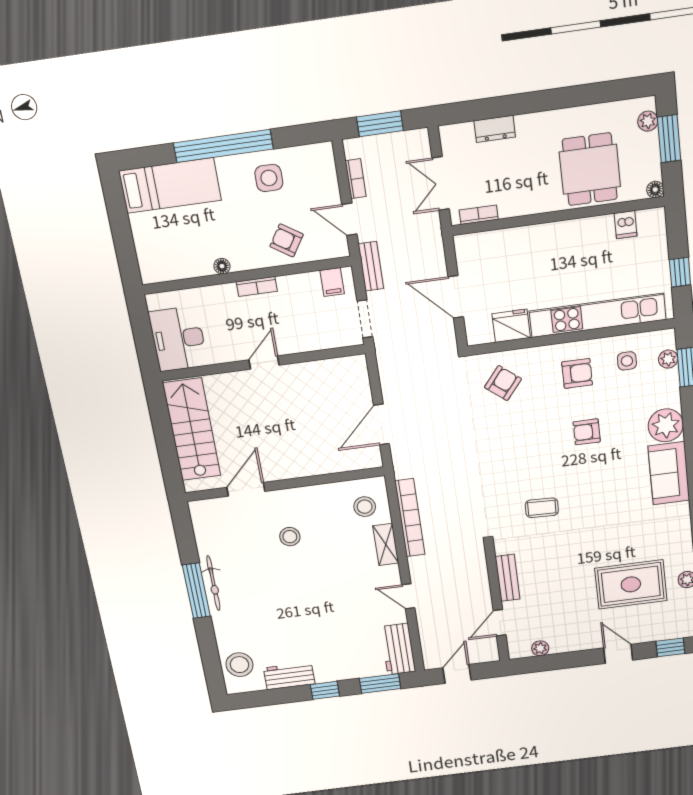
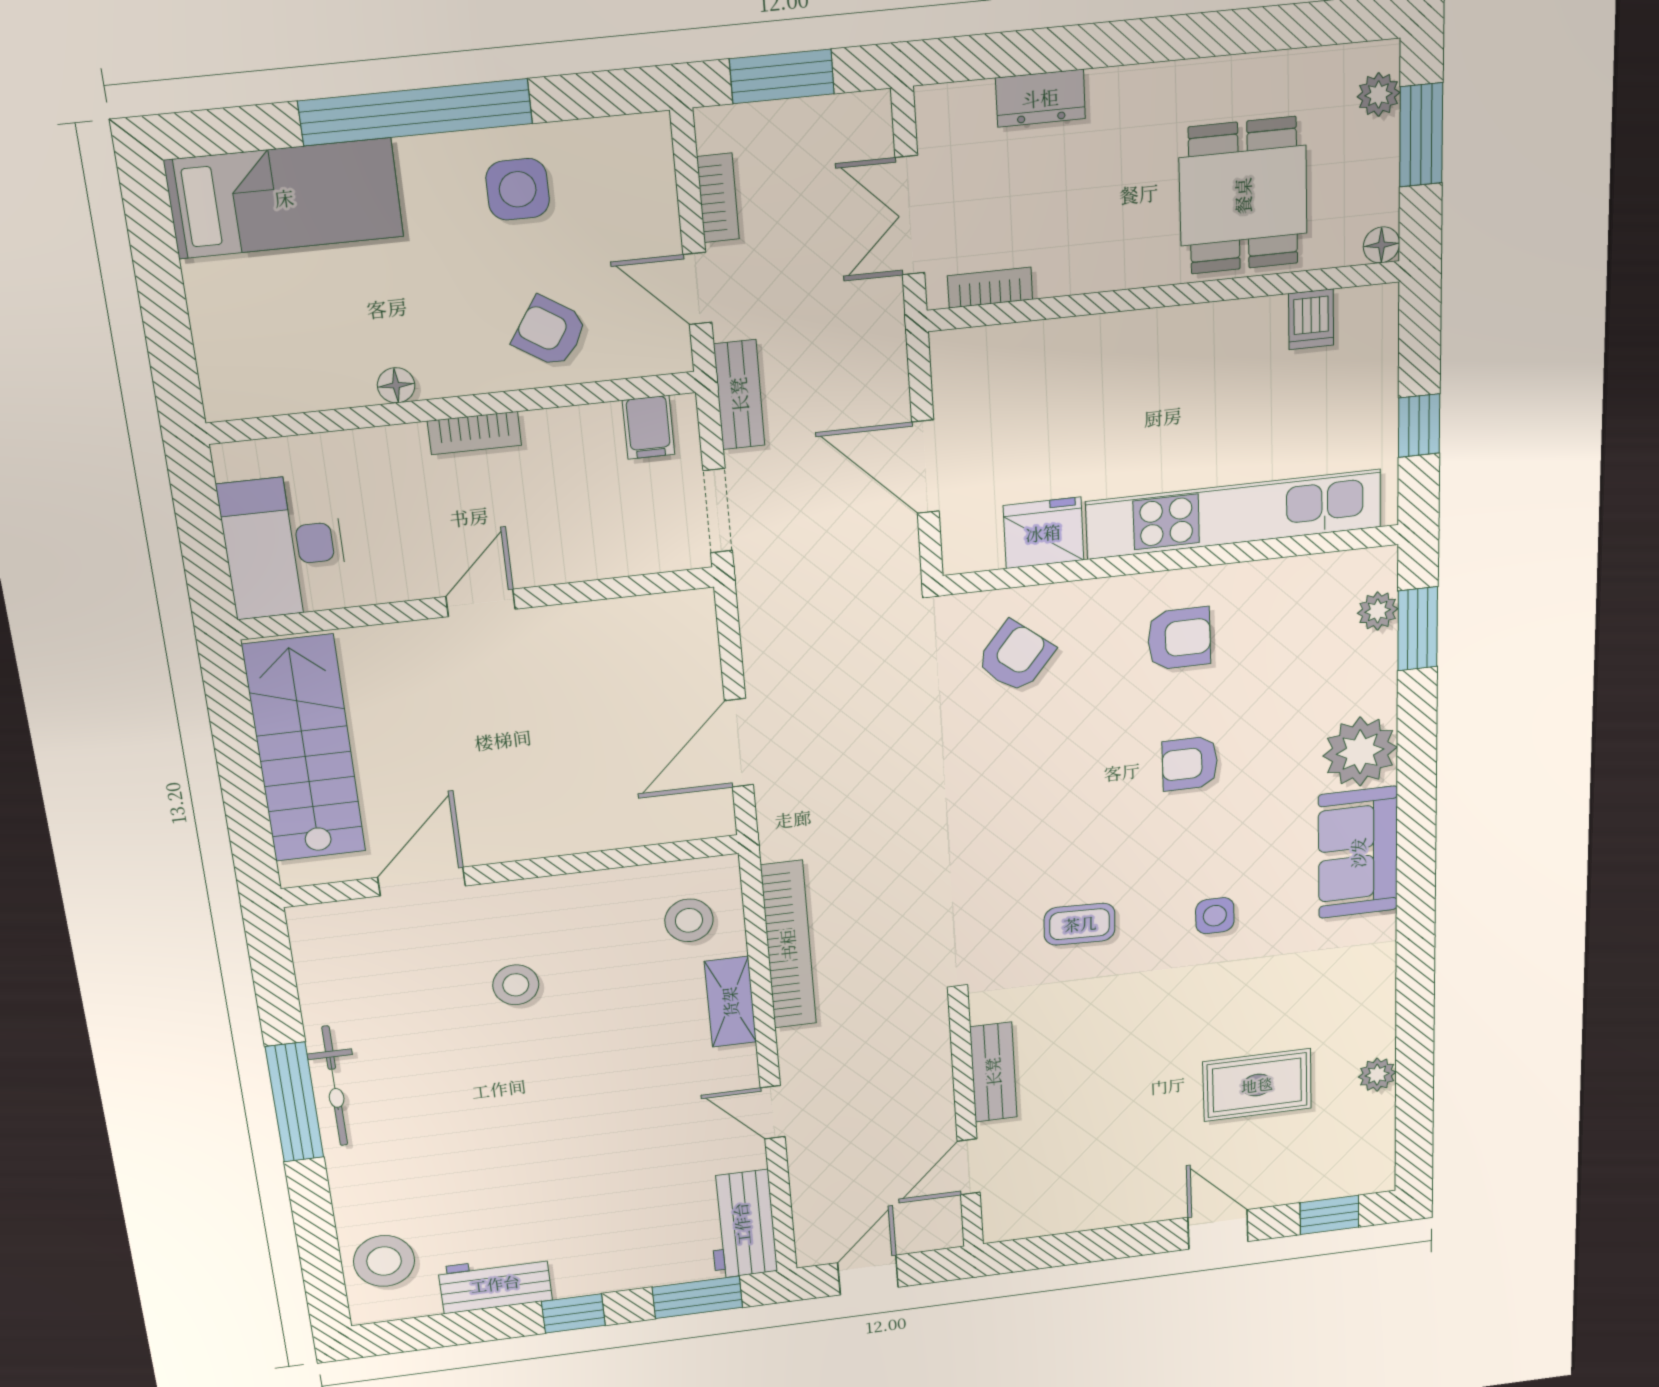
side table: (627, 361) -> (1215, 916), moved
rug: (631, 584) -> (1257, 1085), width x0.73, depth x0.70
plant: (540, 648) -> (1052, 1219), removed

